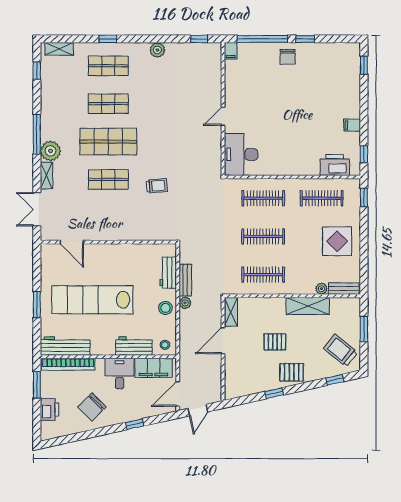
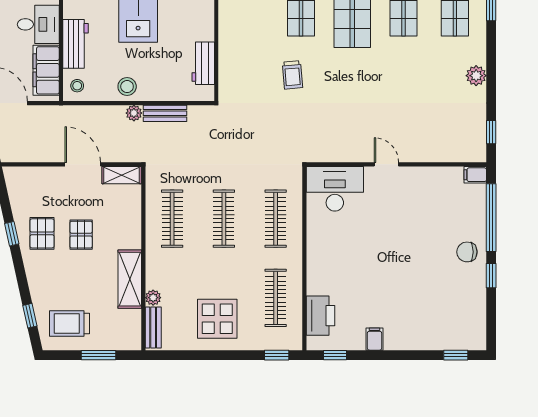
workbench: (168, 273) -> (203, 63), moved, turned -90
trolley: (341, 350) -> (70, 323), turned -129
pallet: (292, 372) -> (42, 233), moved

